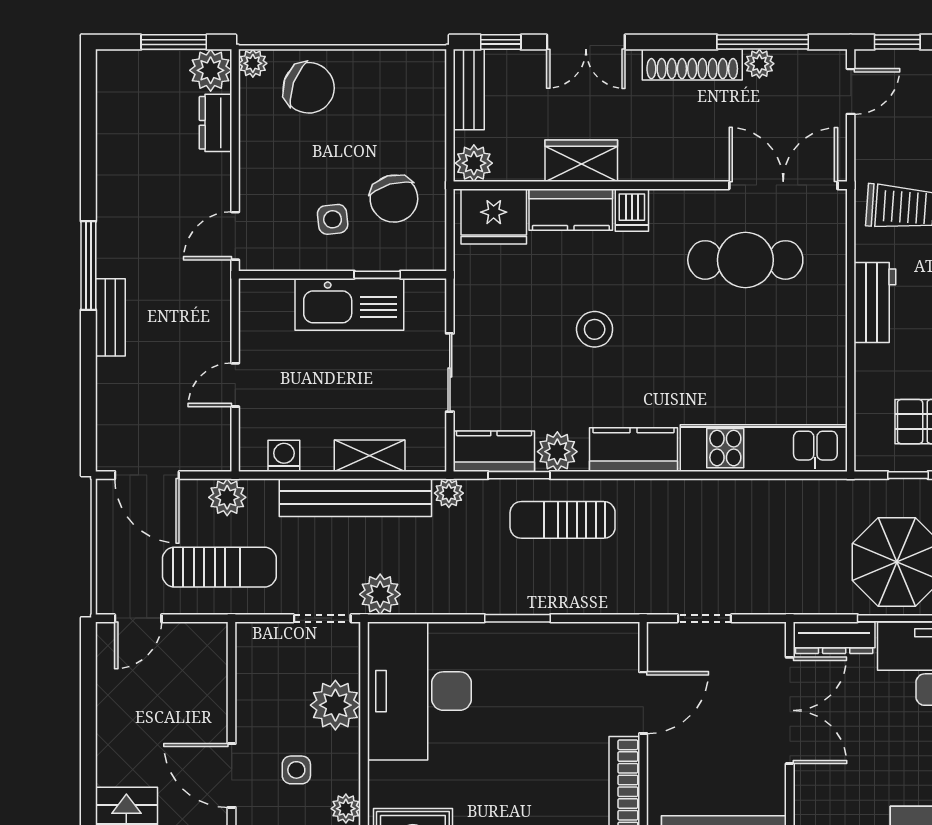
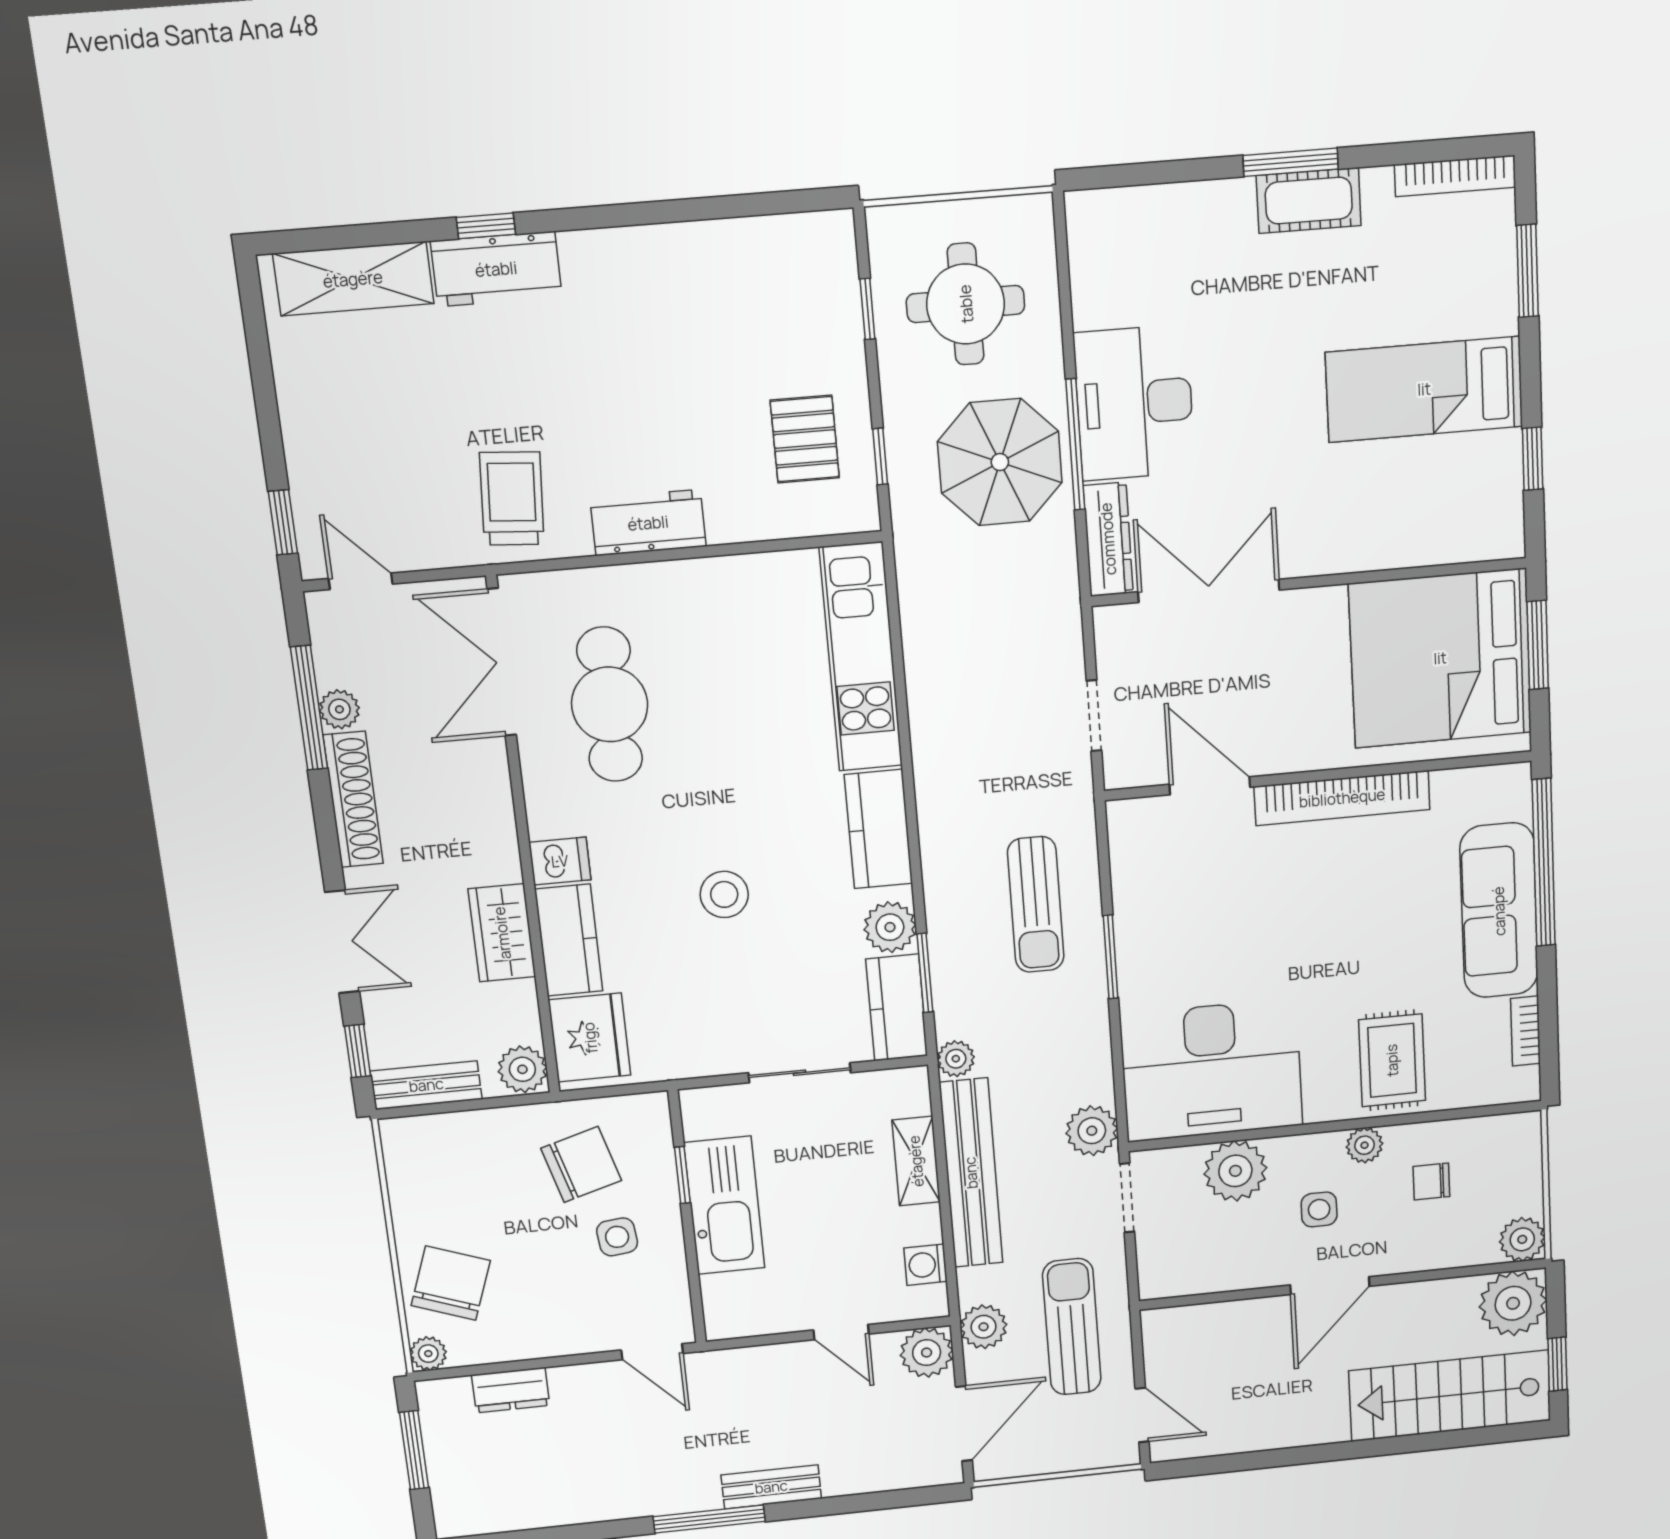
plant: (211, 70) -> (927, 1353), moved
sun lounger: (563, 520) -> (1036, 905), moved

